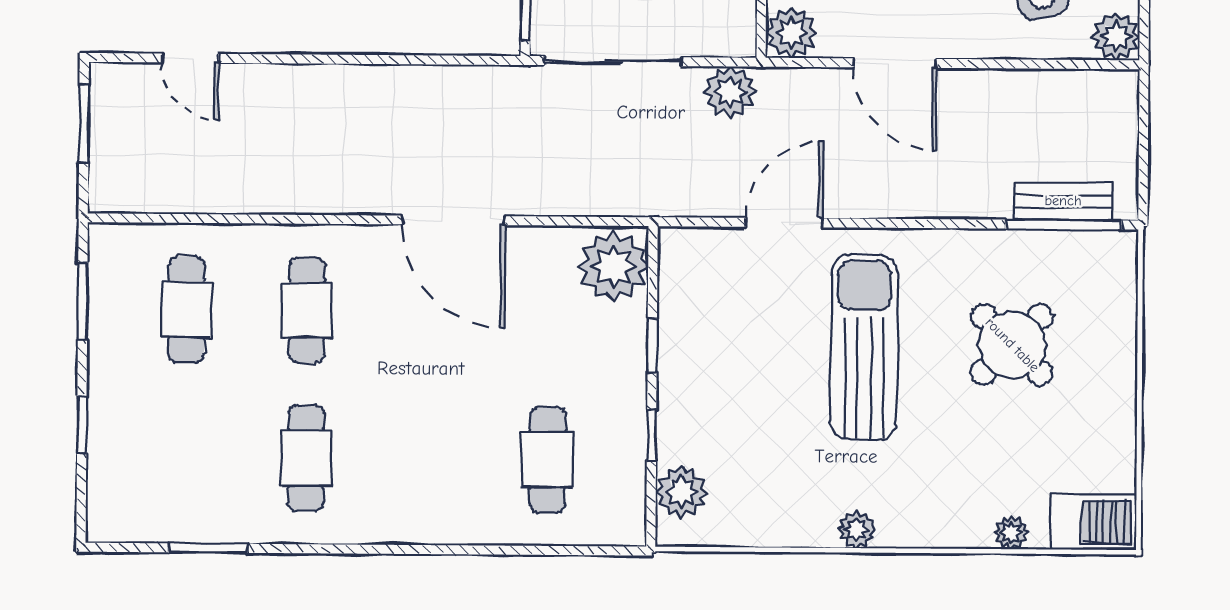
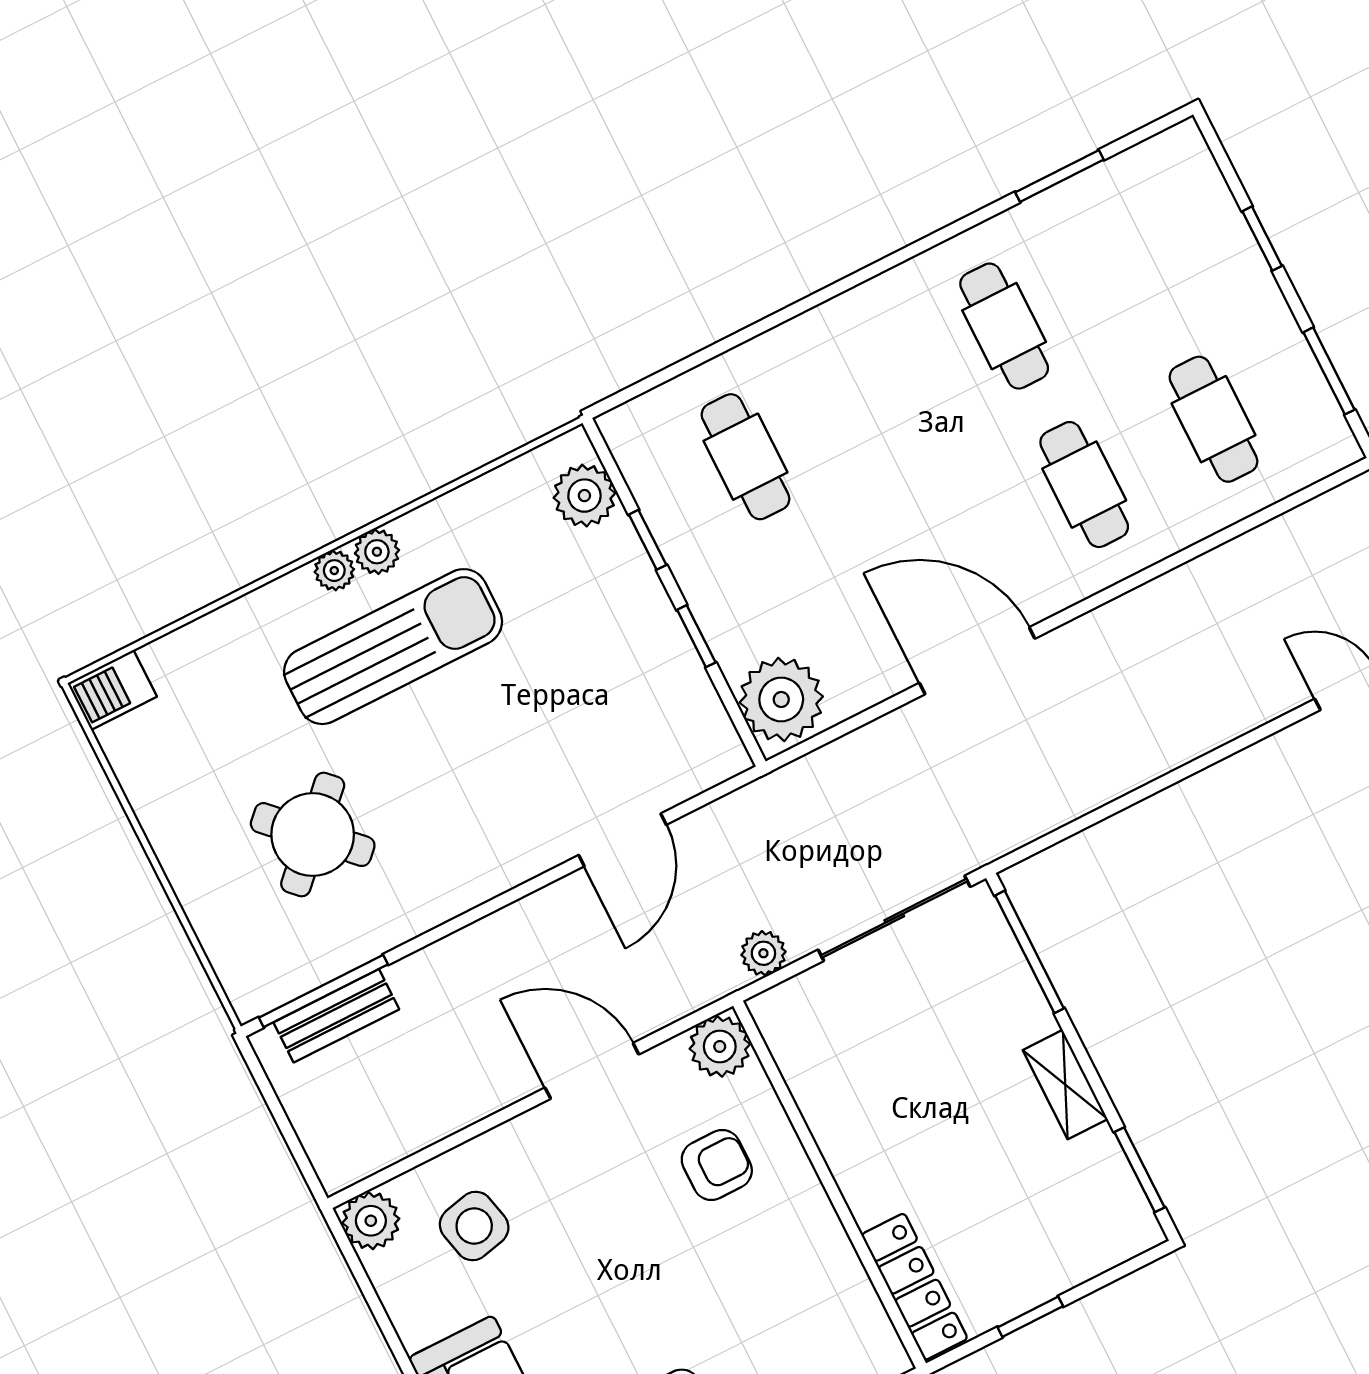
plant: (730, 92) -> (763, 953), width x0.73, depth x0.73
sun lounger: (864, 347) -> (393, 647), moved, turned -90
barbecue: (1094, 522) -> (112, 690), width x0.73, depth x0.79
plant: (1011, 533) -> (334, 571), moved

